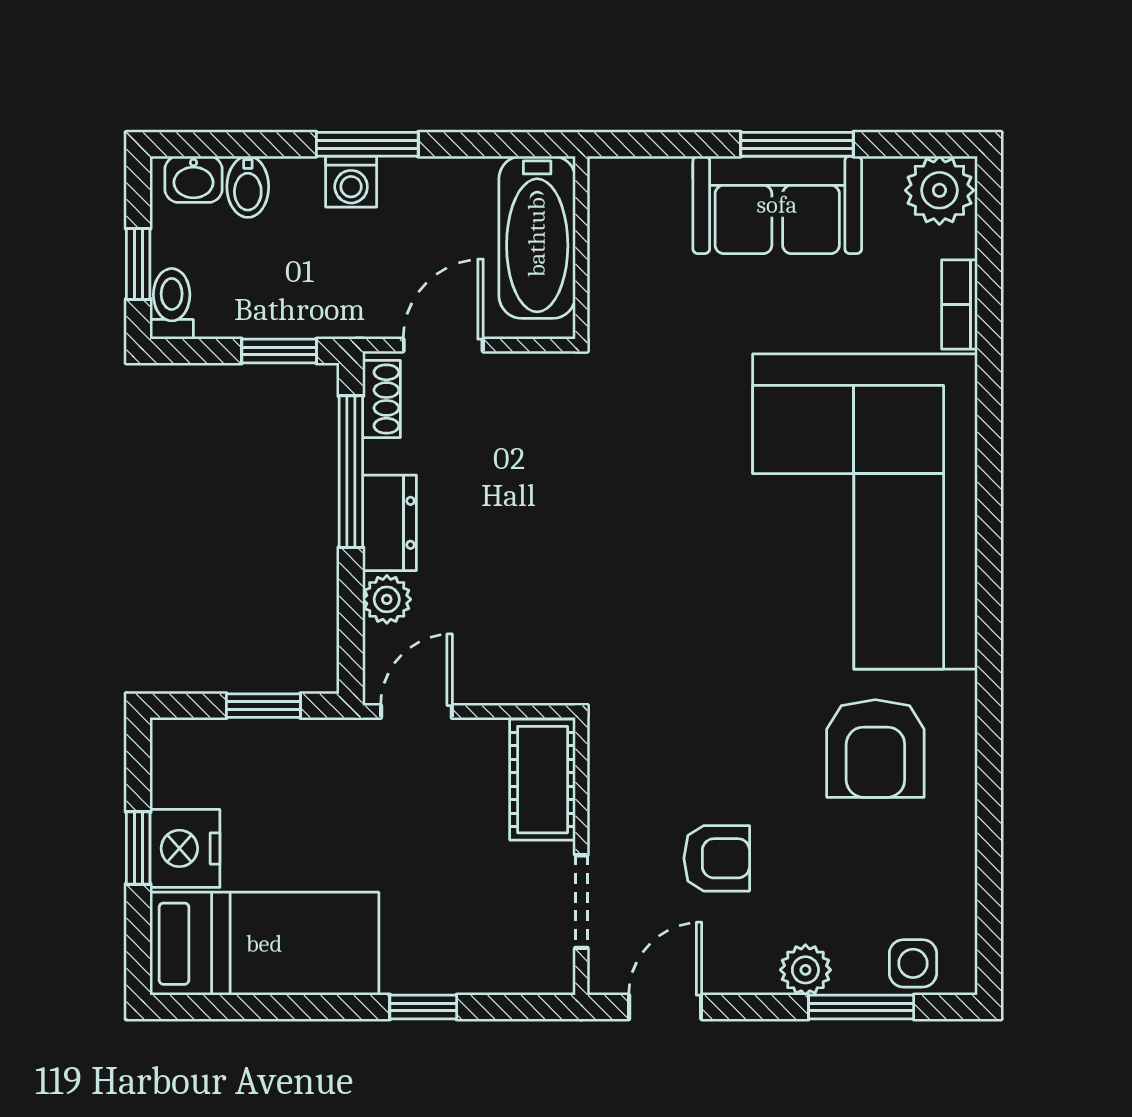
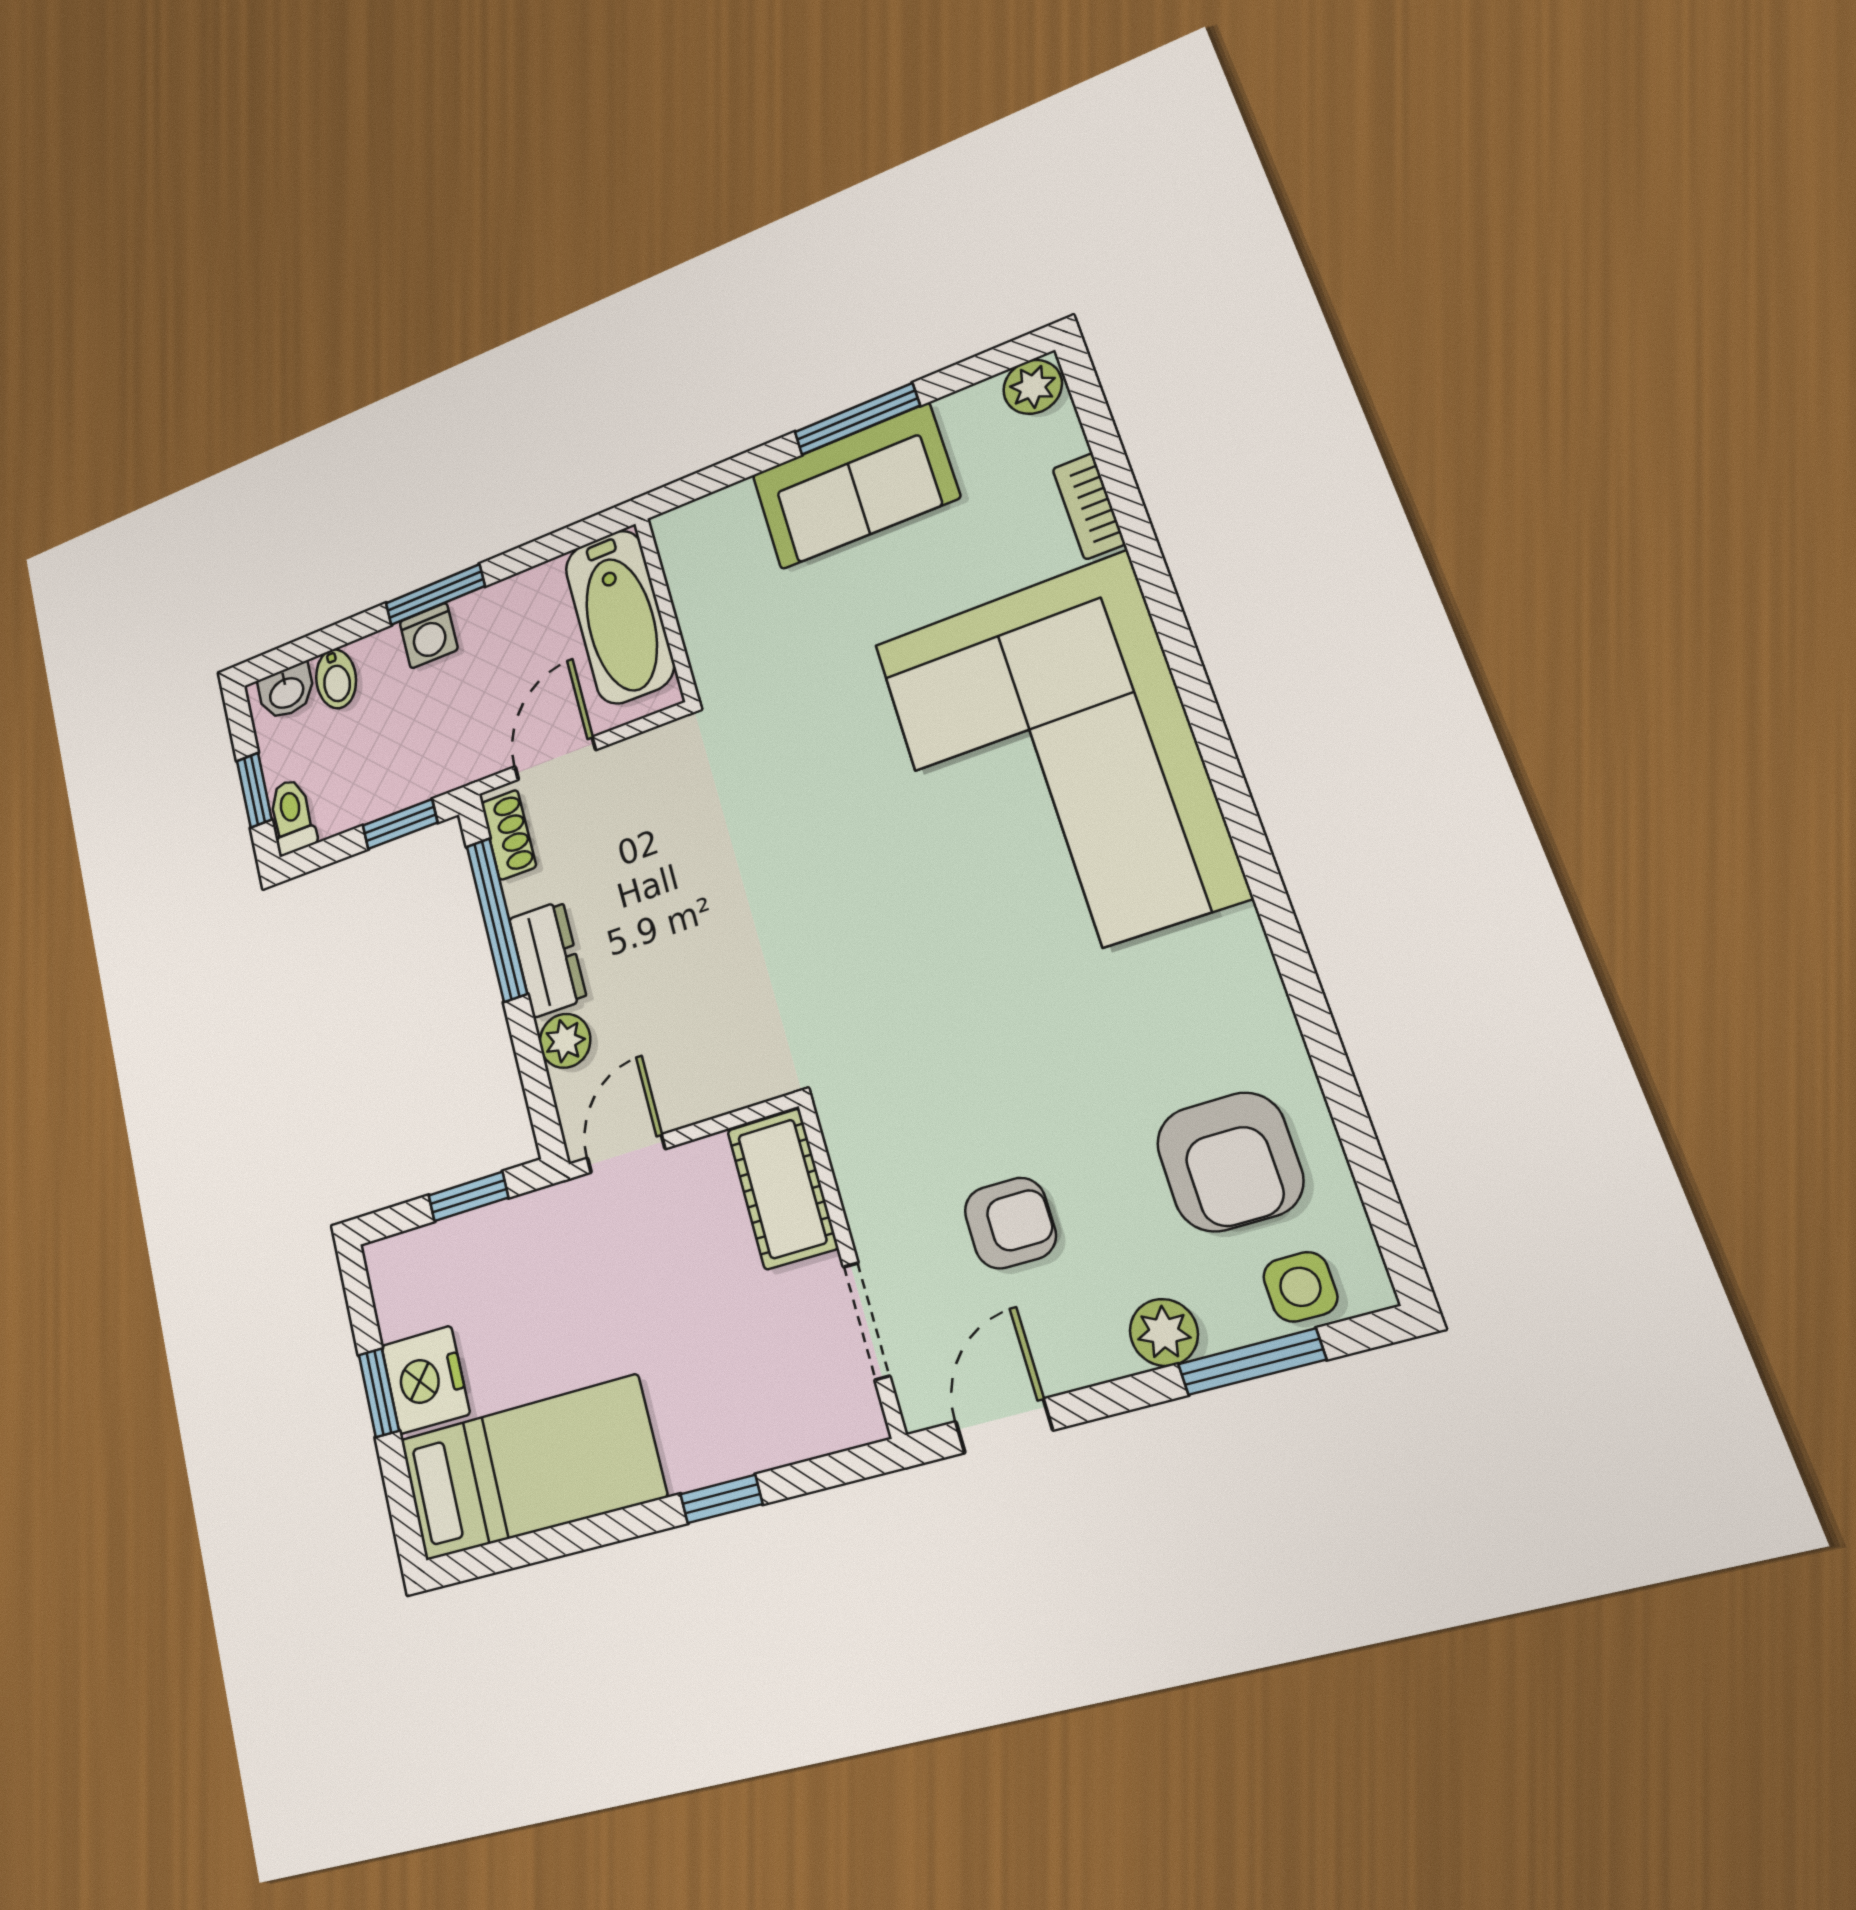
plant: (939, 190) -> (1033, 387), width x0.73, depth x0.73
armchair: (875, 749) -> (1230, 1162), moved

